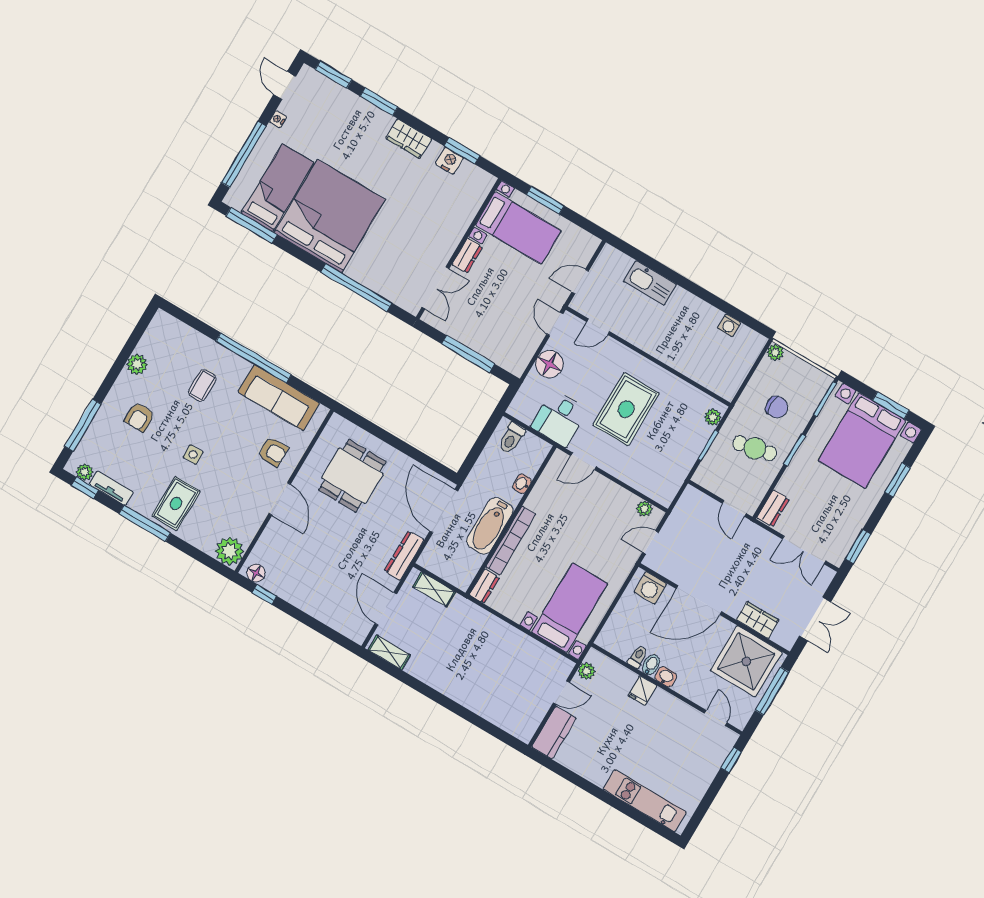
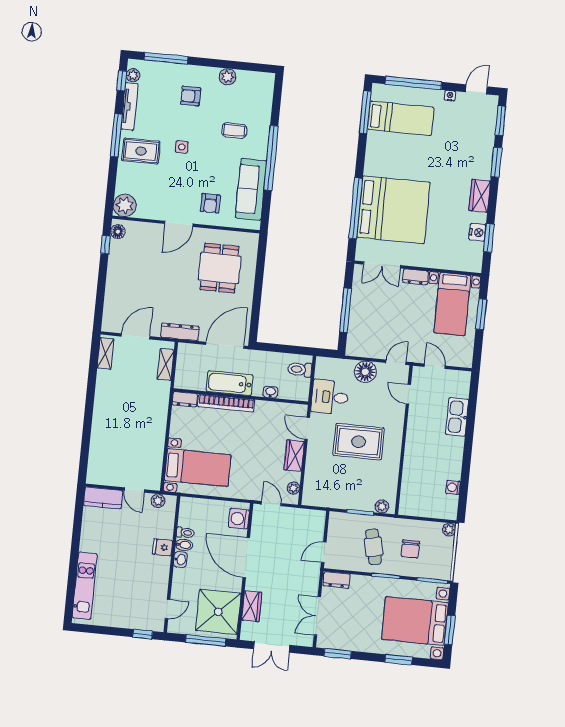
bed: (330, 216) -> (393, 210), moved
dining table: (352, 476) -> (220, 268), turned 90
tv unit: (111, 488) -> (130, 106), width x1.41
wardrobe: (607, 491) -> (294, 456), added

